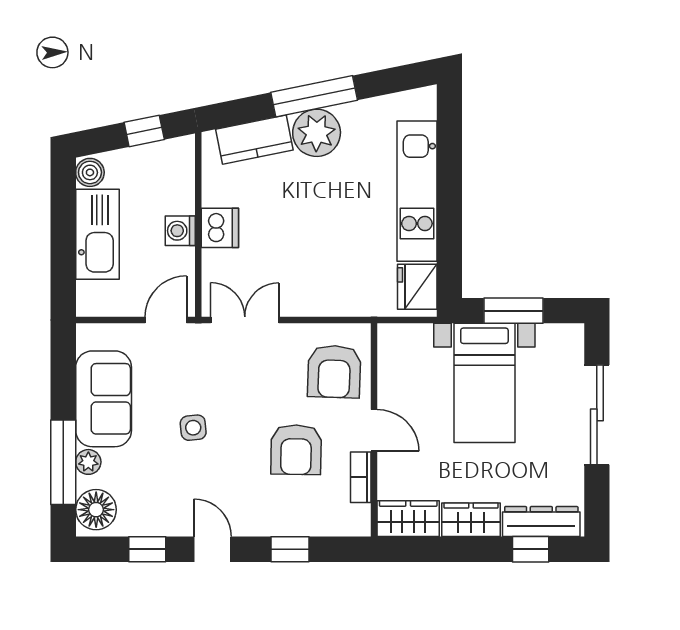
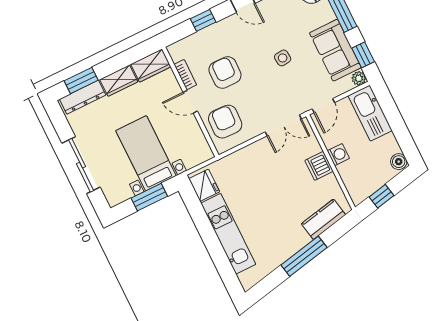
plant: (317, 133) -> (294, 238), removed
kitchen sink: (97, 234) -> (370, 113), moved
window: (63, 370) -> (363, 55), added
plant: (88, 462) -> (359, 78), moved
window: (531, 549) -> (81, 80), width x1.50

